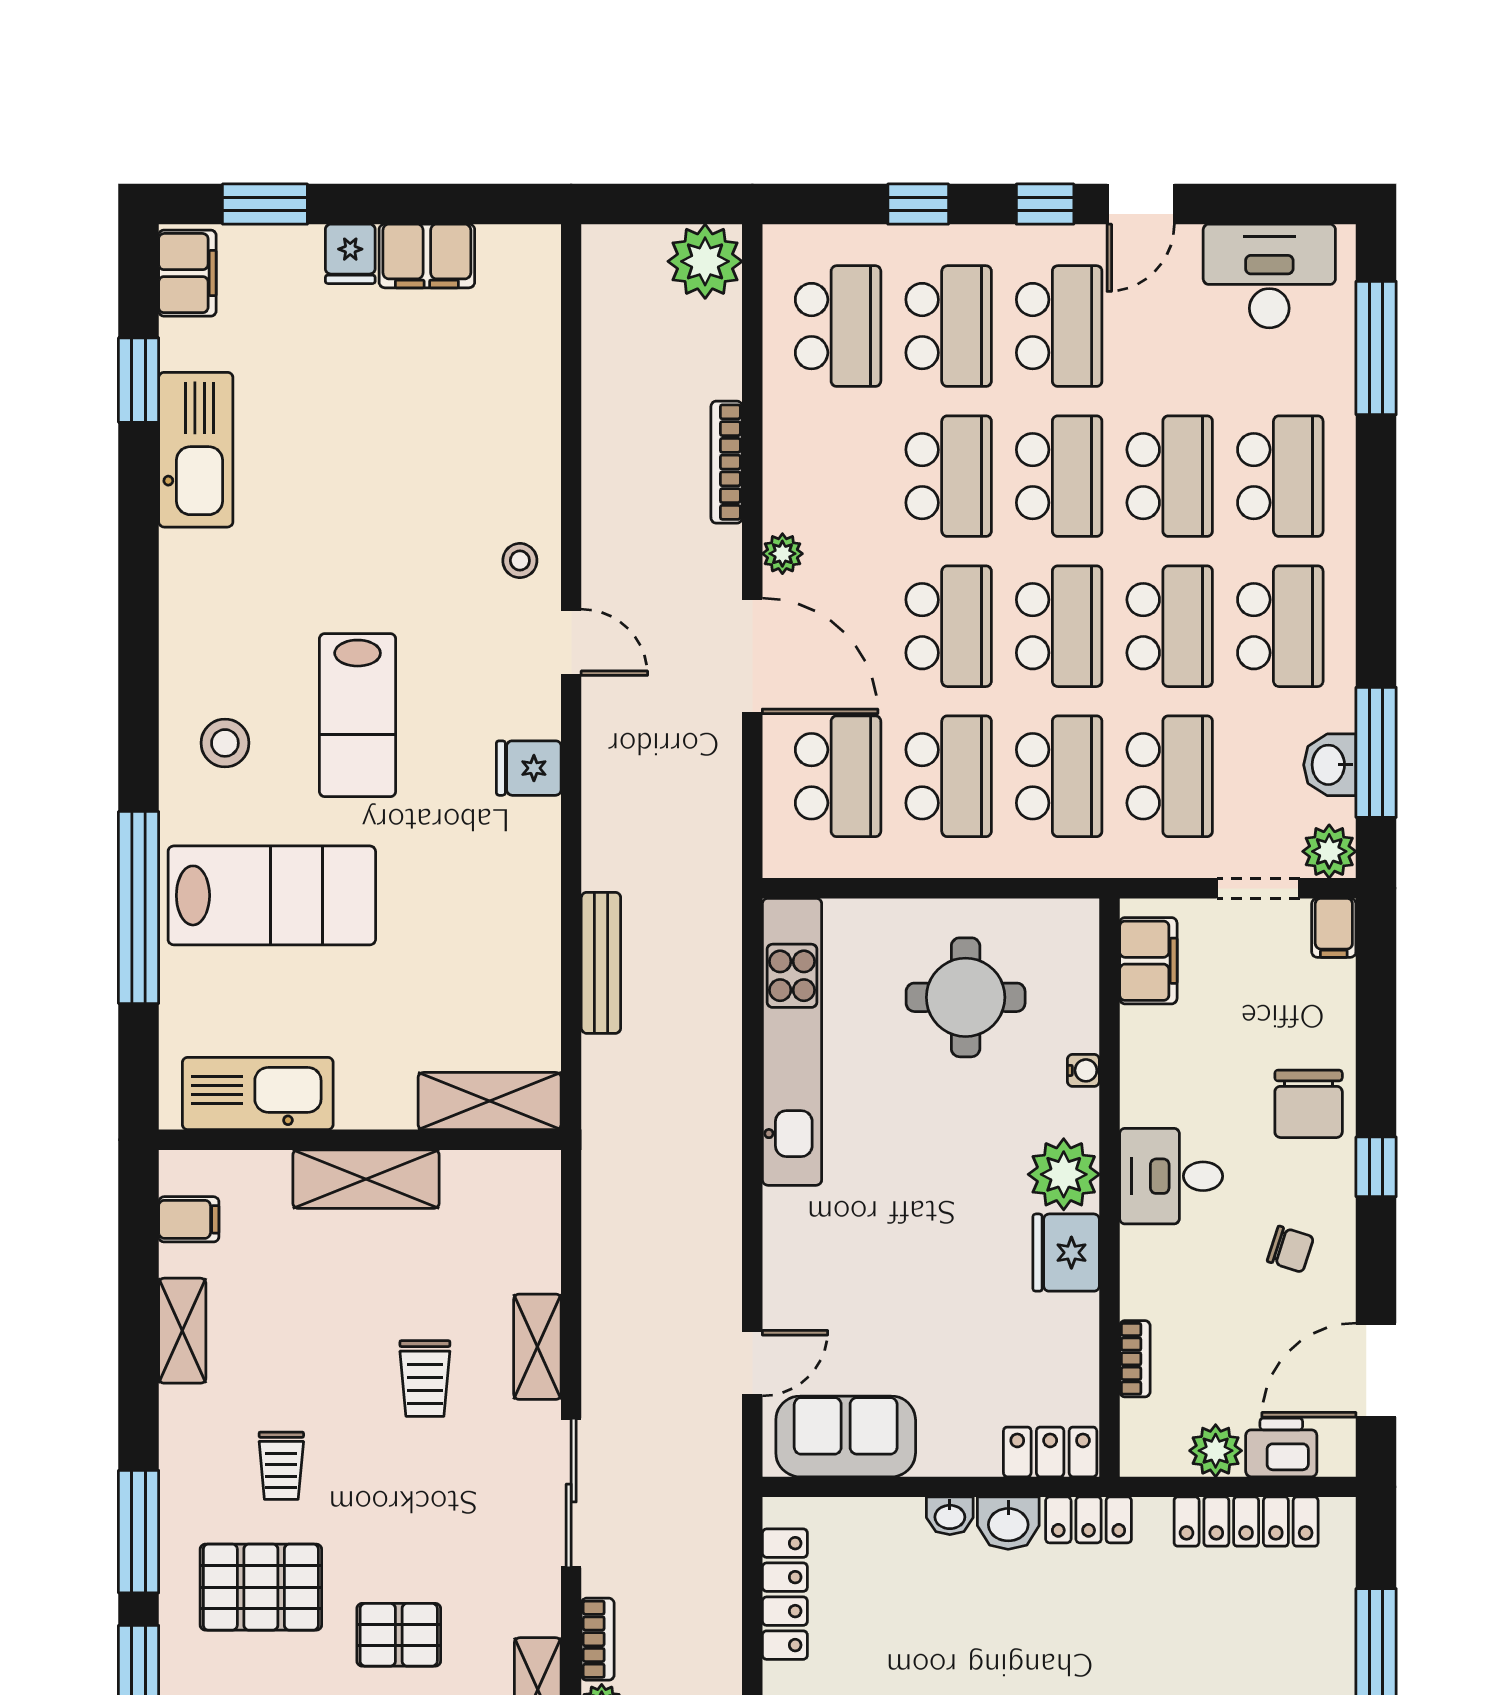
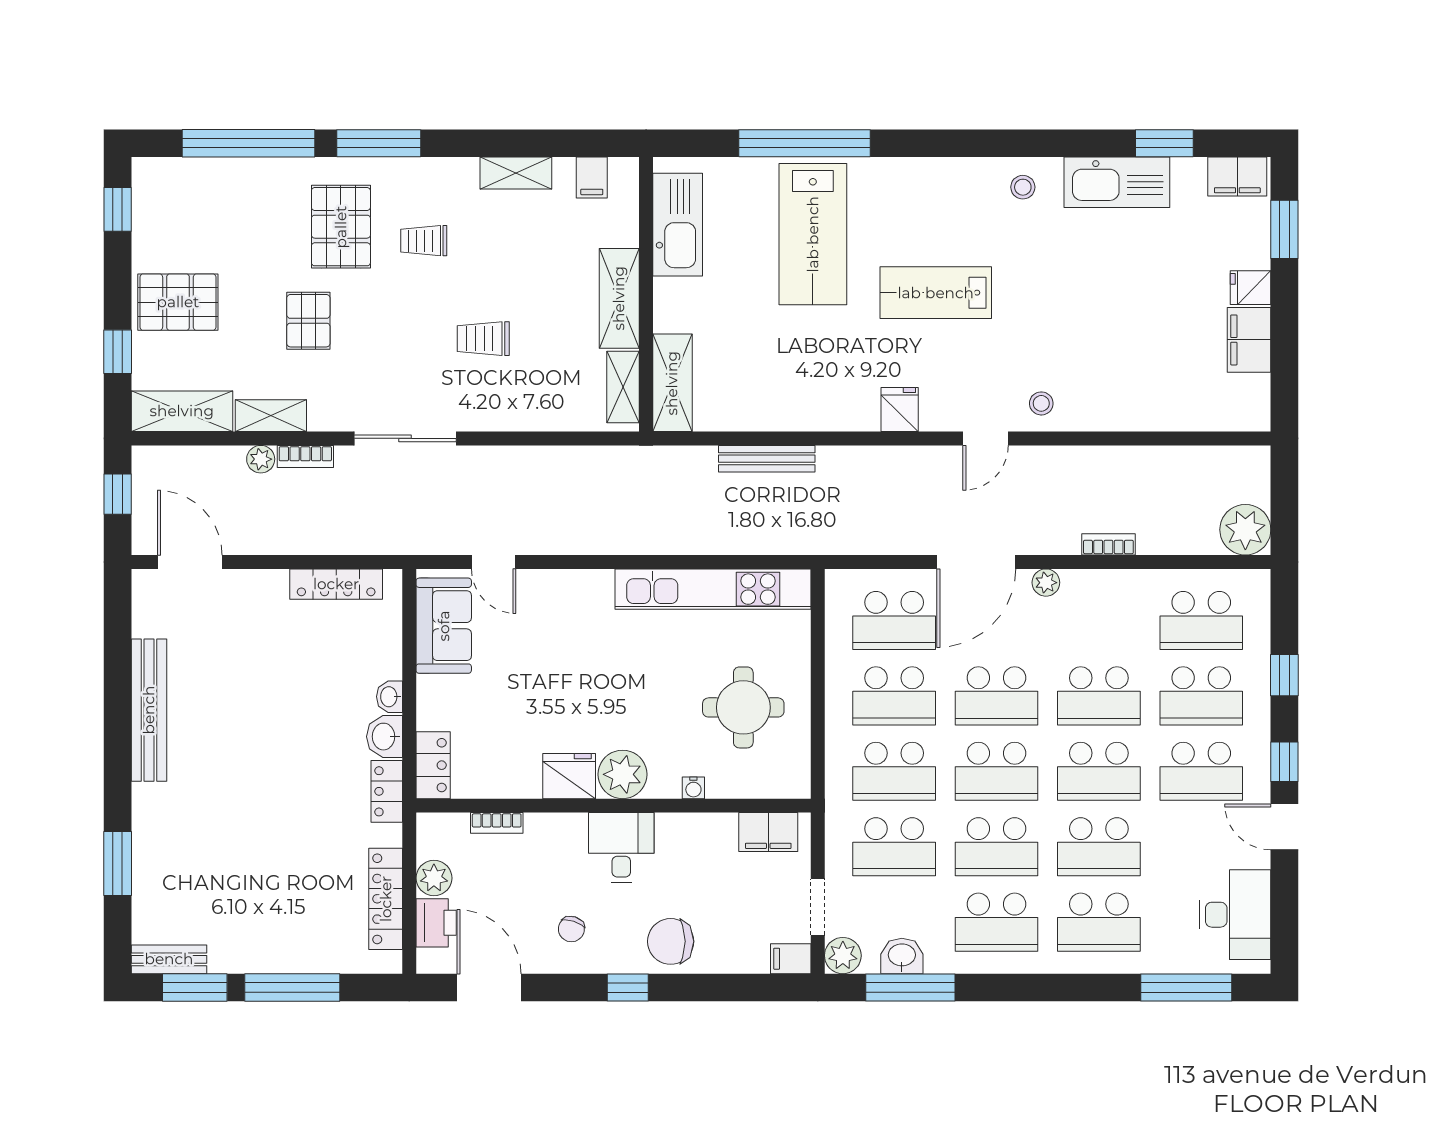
bookcase: (727, 462) -> (1108, 544), width x0.64
stool: (225, 743) -> (1023, 187), moved, width x0.73, depth x0.73
shelving: (537, 1347) -> (623, 387), moved, turned 90

